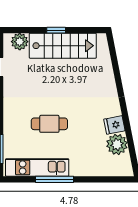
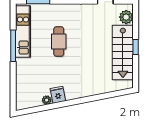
plant: (117, 144) -> (47, 100), width x0.53, depth x0.53

